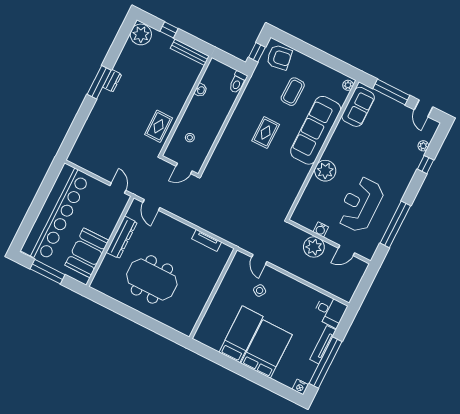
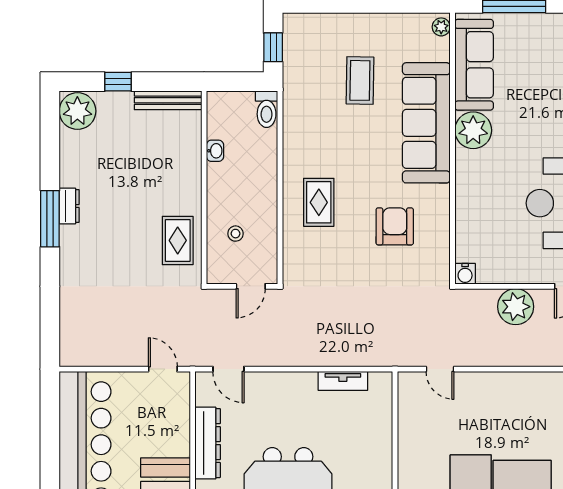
armchair: (279, 57) -> (395, 226), moved, turned -81
sofa: (358, 107) -> (474, 65), width x1.36
rug: (266, 133) -> (319, 202), moved
plant: (325, 171) -> (473, 130), moved
water cooler: (321, 229) -> (465, 274), moved
side table: (260, 290) -> (465, 417), removed

